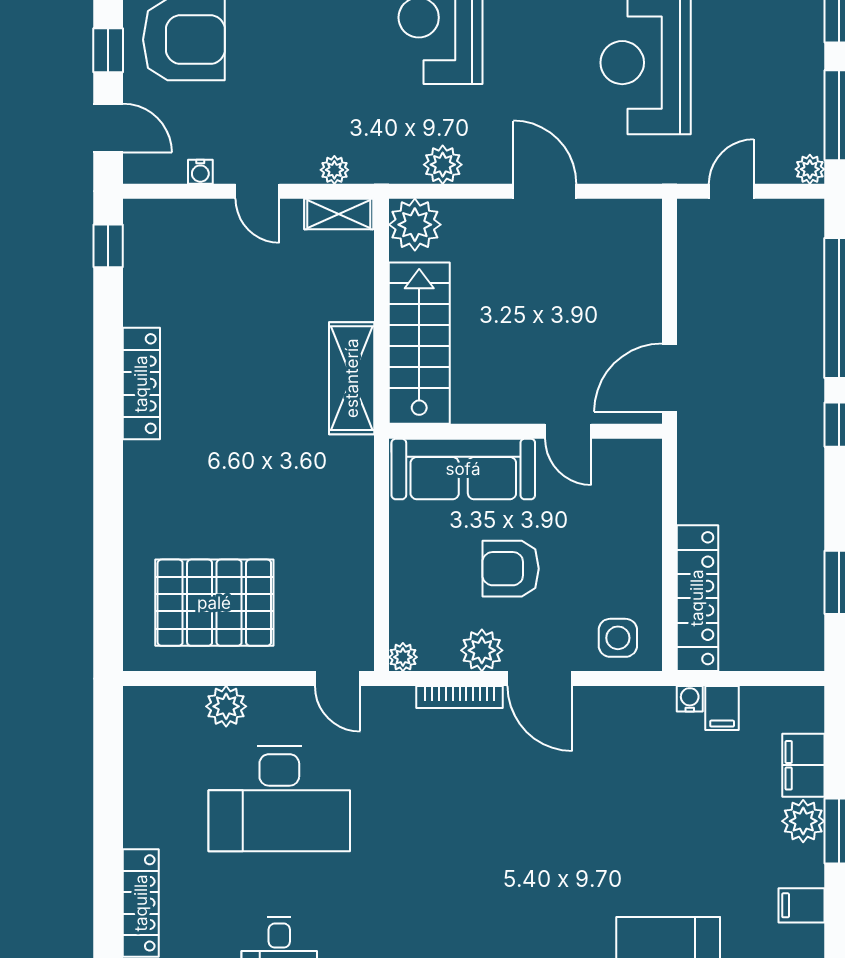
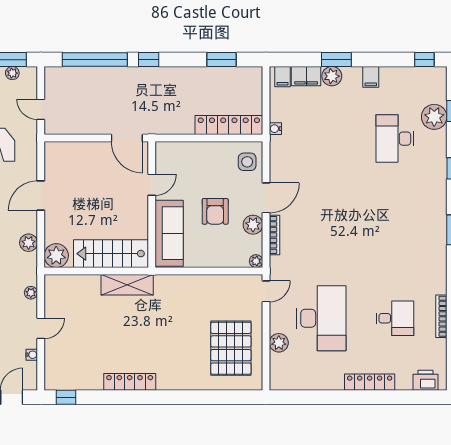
plant: (810, 169) -> (12, 73), moved
shelving: (339, 214) -> (51, 291), removed
filing cabinet: (722, 708) -> (282, 77), moved, turned 90

